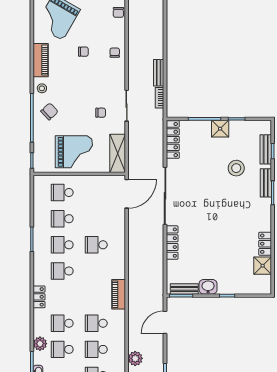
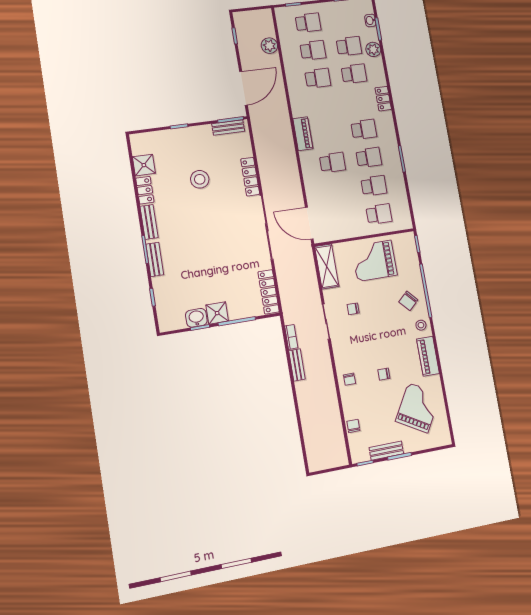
bench: (266, 149) -> (149, 222), moved
stool: (236, 168) -> (200, 179), moved
door: (127, 194) -> (309, 223), hinge flipped
washbasin: (208, 287) -> (196, 318), moved, turned 180
piano: (119, 294) -> (303, 134), moved
door: (165, 322) -> (243, 88), width x1.36

